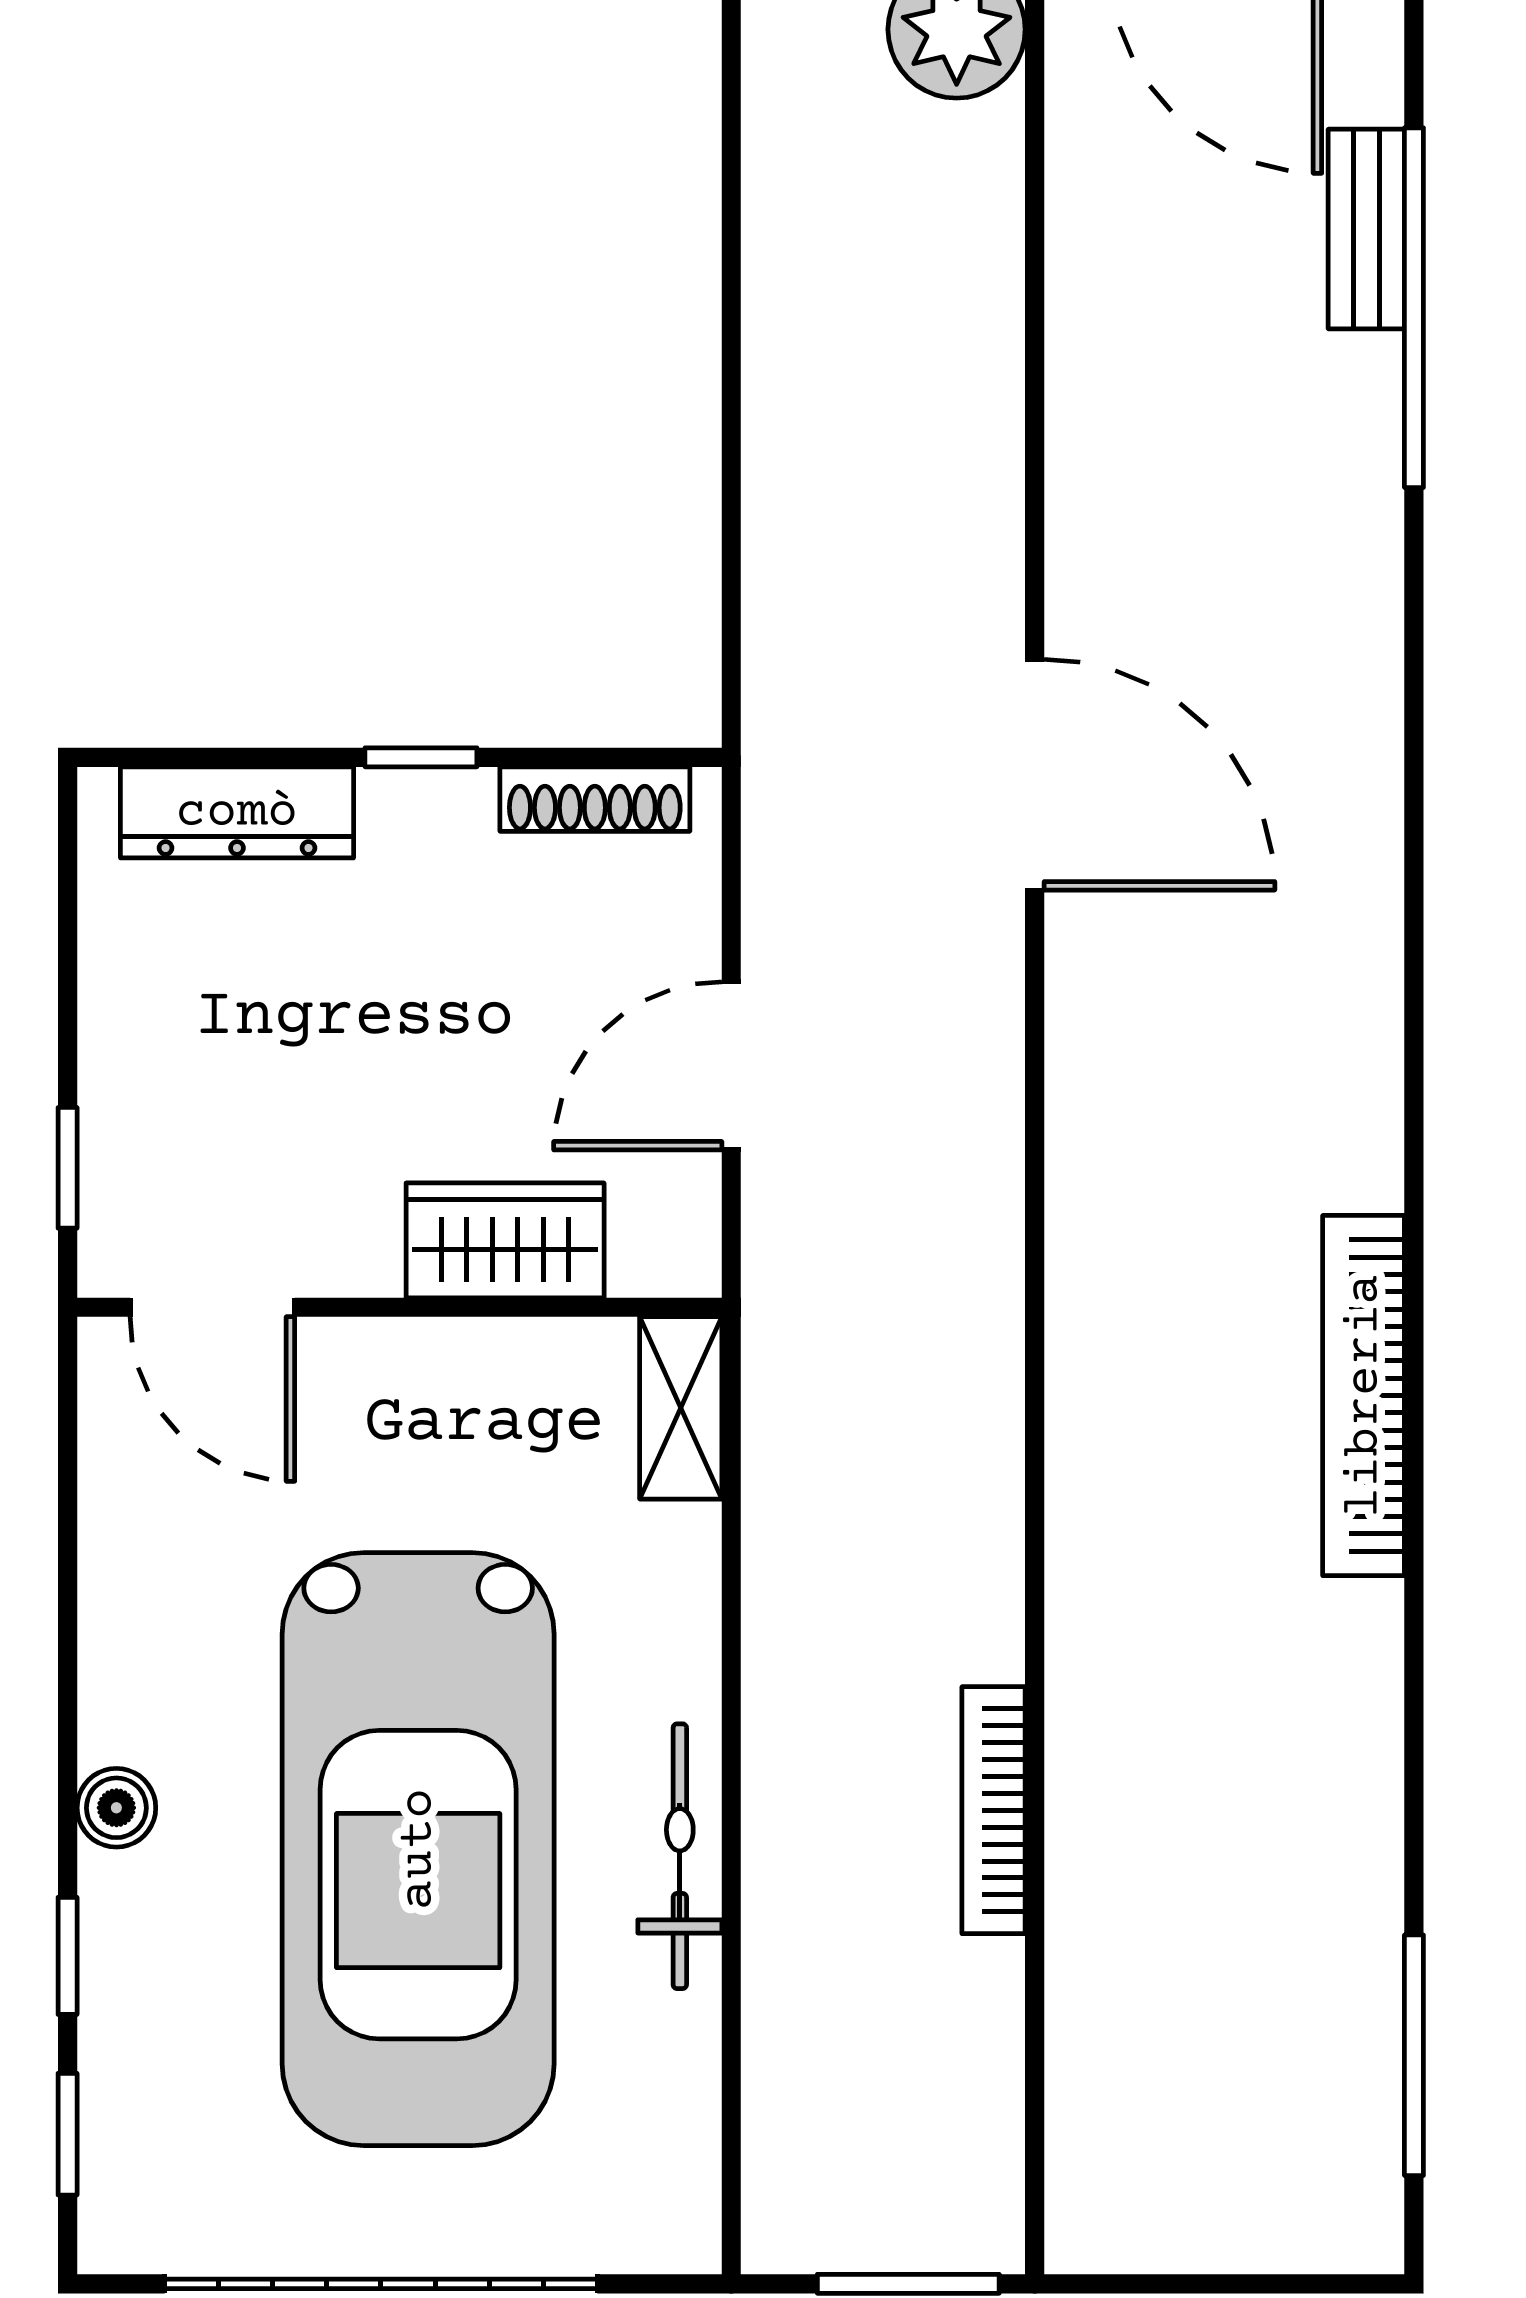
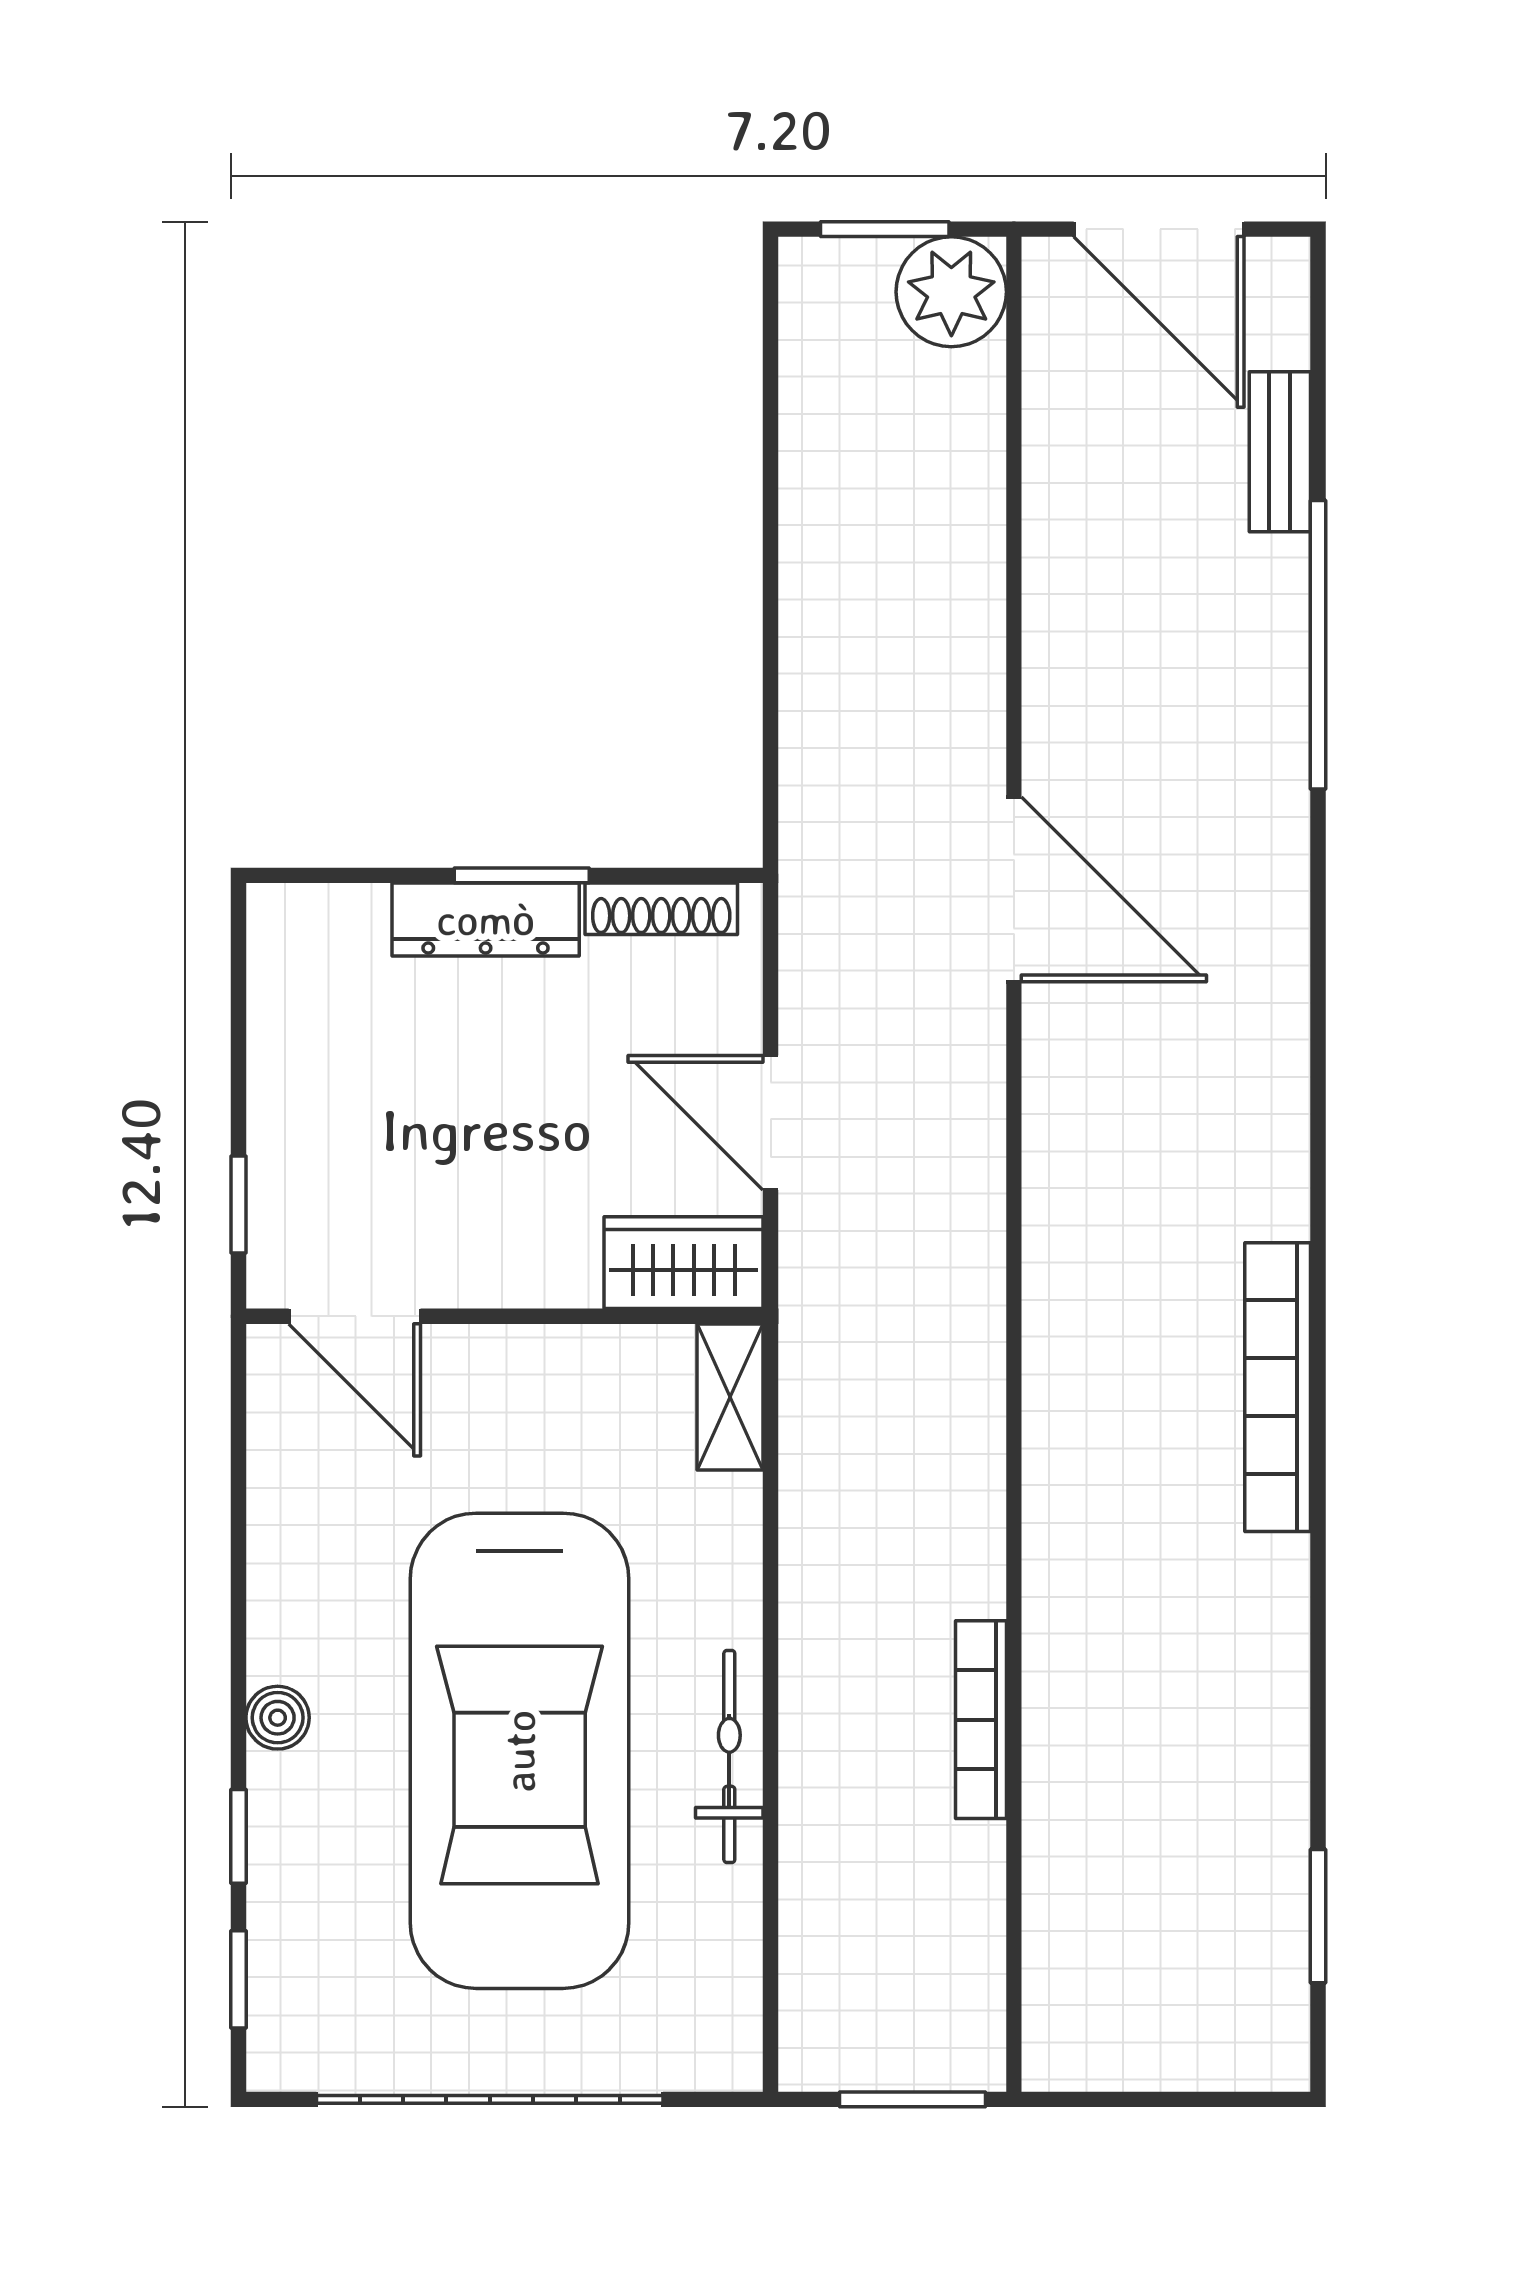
window: (1414, 308) -> (1318, 645), moved
window: (421, 757) -> (522, 875), width x1.50
dresser: (237, 812) -> (486, 920), moved
door: (731, 1066) -> (771, 1123), hinge flipped
wardrobe: (505, 1240) -> (684, 1263), moved
window: (1414, 2055) -> (1318, 1916), width x0.69

